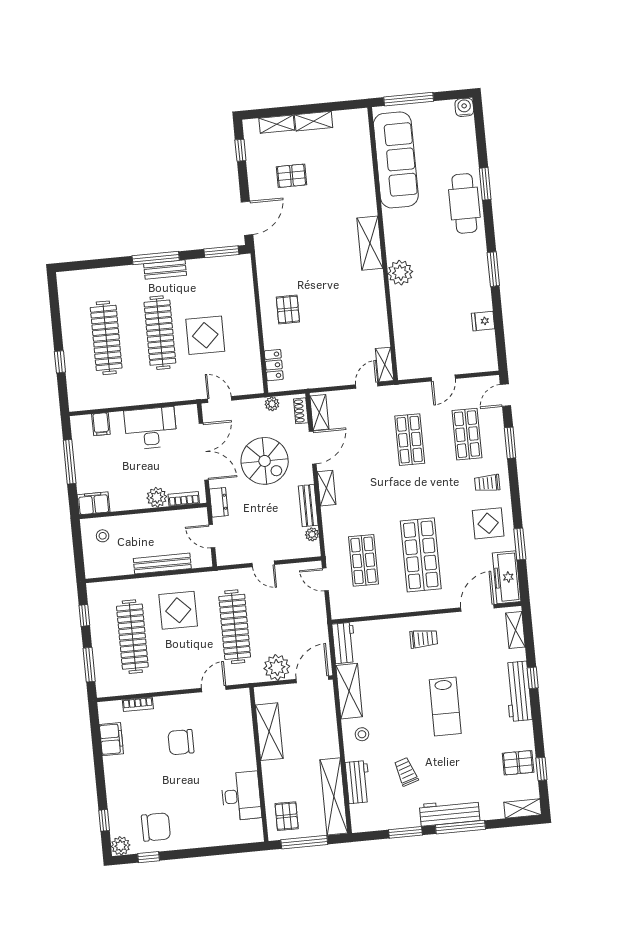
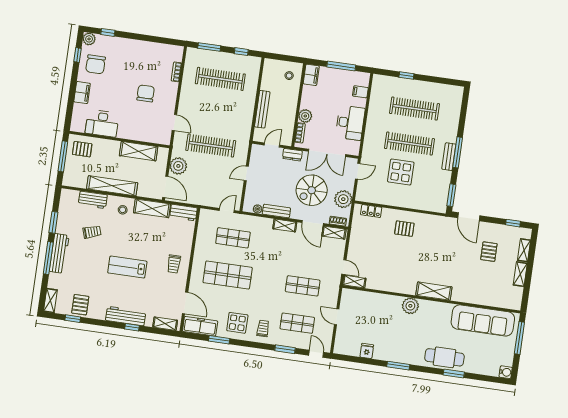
plant: (272, 404) -> (343, 199), width x1.87, depth x1.87
display table: (178, 610) -> (230, 112), removed
filing cabinet: (111, 739) -> (82, 93), moved, turned -90
shelving: (334, 796) -> (112, 186), moved

